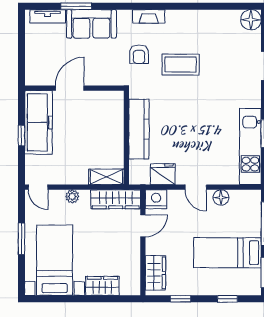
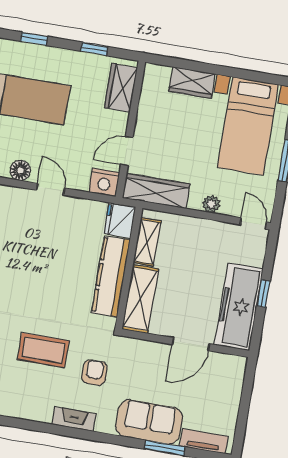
shelving: (114, 116) -> (140, 299), added
fridge: (163, 174) -> (120, 220), moved, turned 90
shelving: (106, 177) -> (147, 242), moved, turned 90

